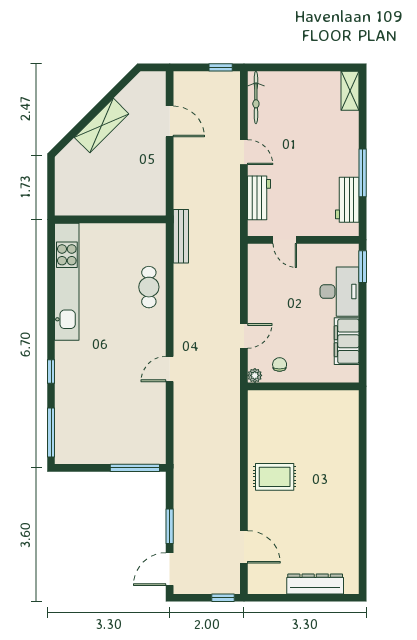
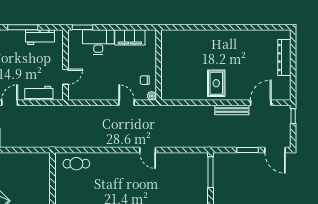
bench: (181, 236) -> (232, 110), moved
cafe table: (149, 287) -> (76, 164), moved

